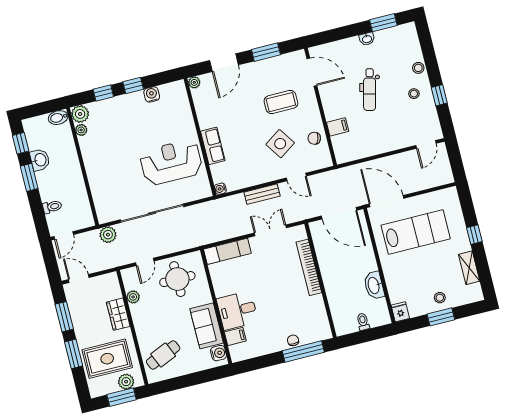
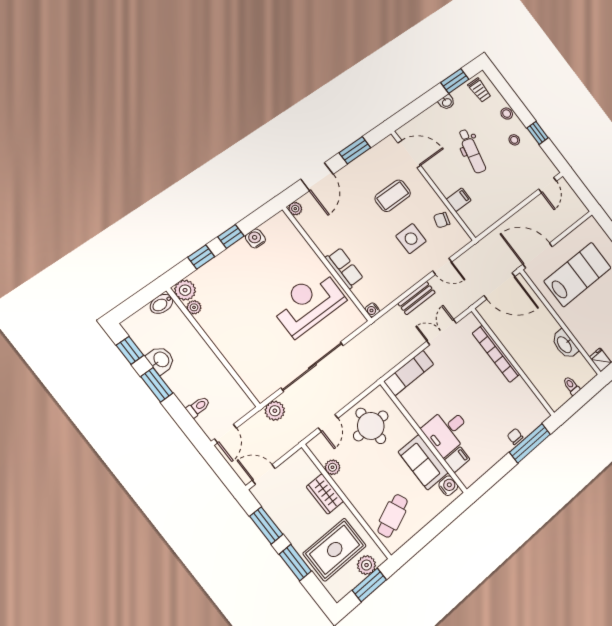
trolley: (403, 38) -> (479, 90), added
side table: (280, 144) -> (411, 239), turned 34

